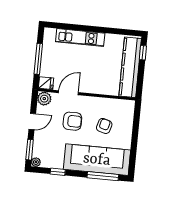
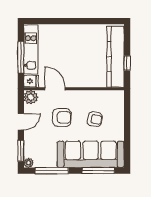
kitchen unit: (80, 37) -> (31, 50), moved, turned -90
window: (143, 53) -> (127, 63), moved
door: (68, 93) -> (55, 89), hinge flipped
armchair: (104, 126) -> (95, 119), turned 84
window: (58, 172) -> (52, 171), width x2.17

